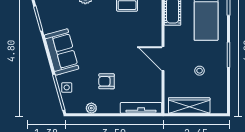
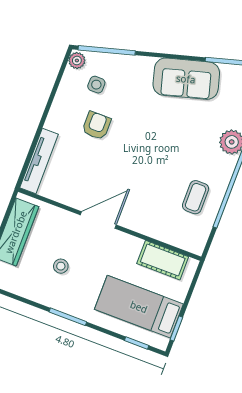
sofa: (62, 52) -> (186, 79), moved
side table: (67, 87) -> (96, 85), moved
plant: (91, 108) -> (77, 60), moved

